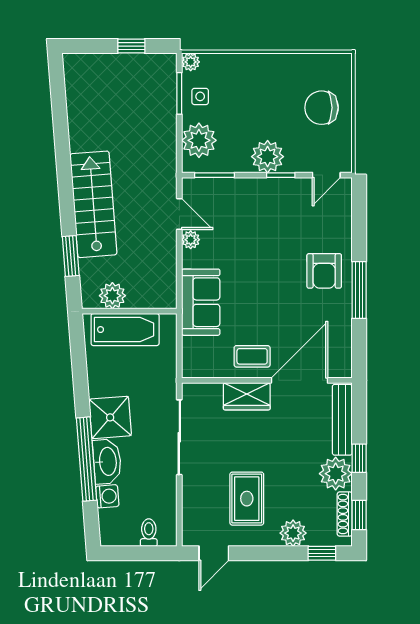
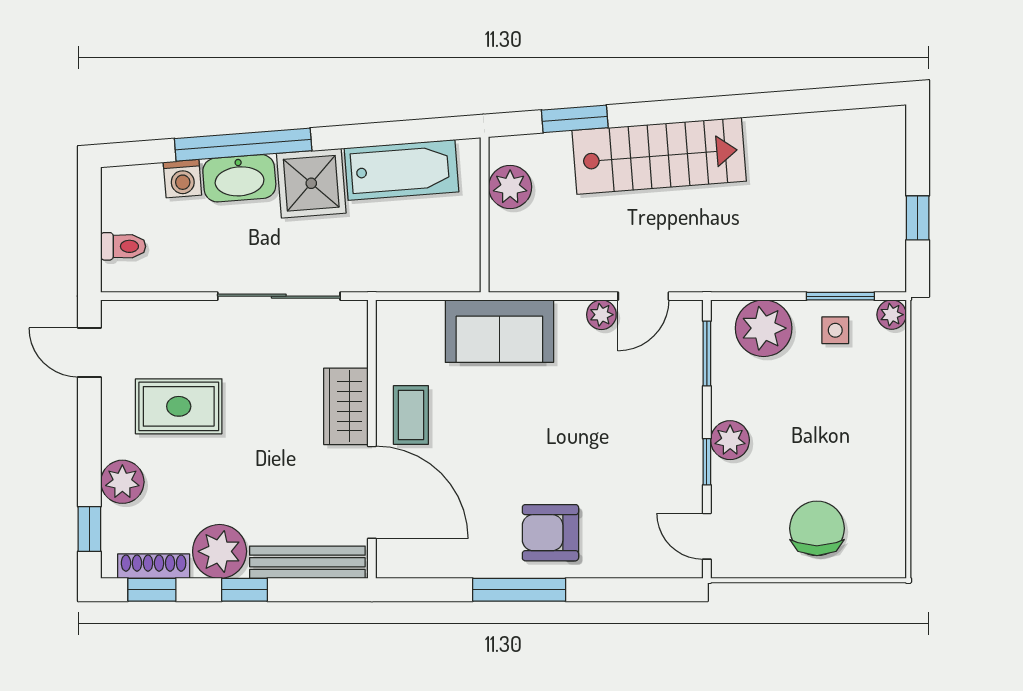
plant: (268, 157) -> (730, 440), width x0.73, depth x0.73
bathtub: (125, 330) -> (401, 170), moved, turned -94

